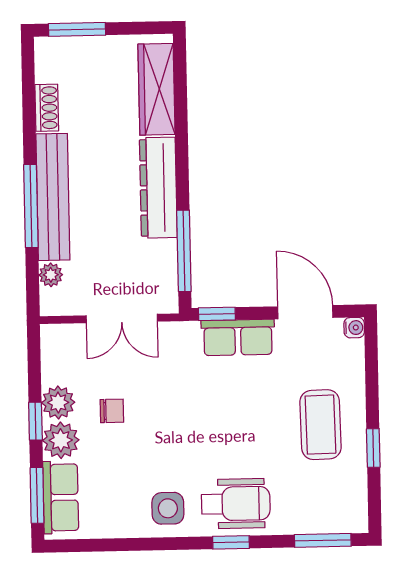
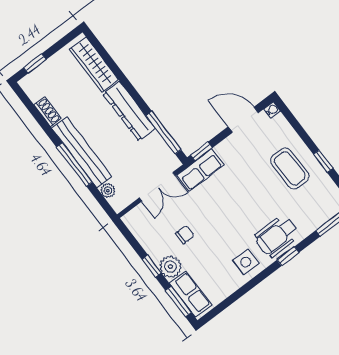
window: (77, 29) -> (35, 64), width x0.67
row of seats: (238, 337) -> (200, 170), moved
plant: (58, 403) -> (156, 249), removed
wheelchair: (236, 504) -> (277, 236), turned 180

